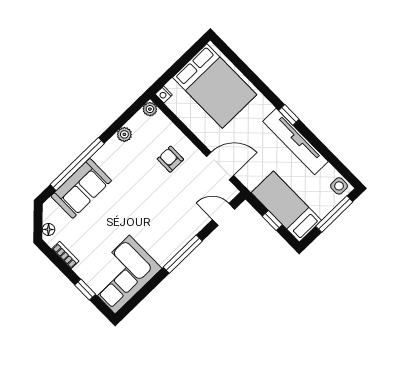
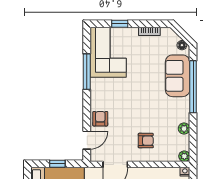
armchair: (191, 221) -> (100, 119), added
floor lamp: (48, 229) -> (182, 45), moved
window: (183, 254) -> (87, 72), moved

